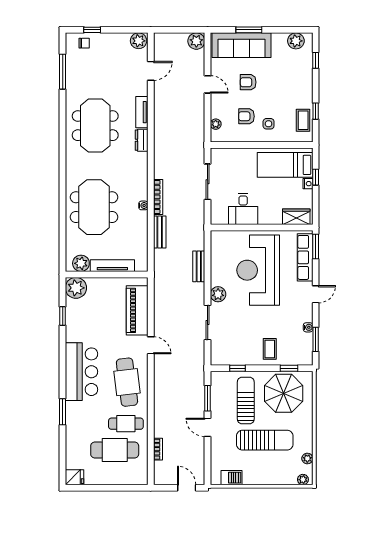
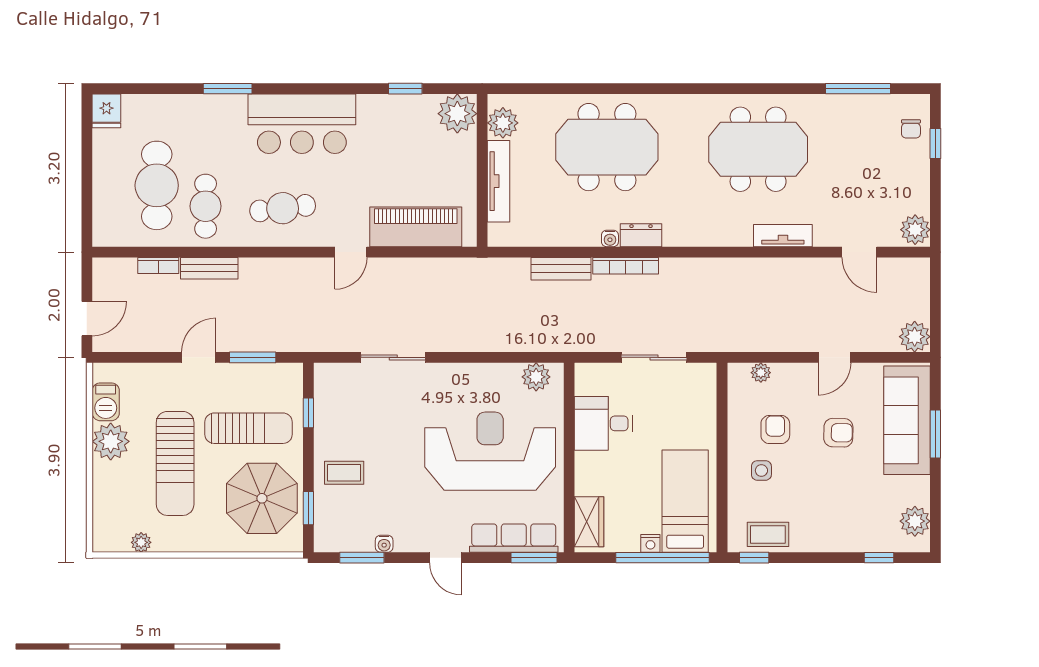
armchair: (248, 82) -> (838, 433), turned 91
window: (316, 111) -> (754, 558), moved
dresser: (142, 140) -> (641, 235), moved
window: (316, 177) -> (663, 558), width x3.17
bench: (199, 266) -> (209, 268), moved
plant: (218, 294) -> (536, 377), moved
cafe table: (127, 382) -> (283, 208), width x0.73, depth x0.74
plant: (303, 480) -> (111, 441), moved, width x1.87, depth x1.87

